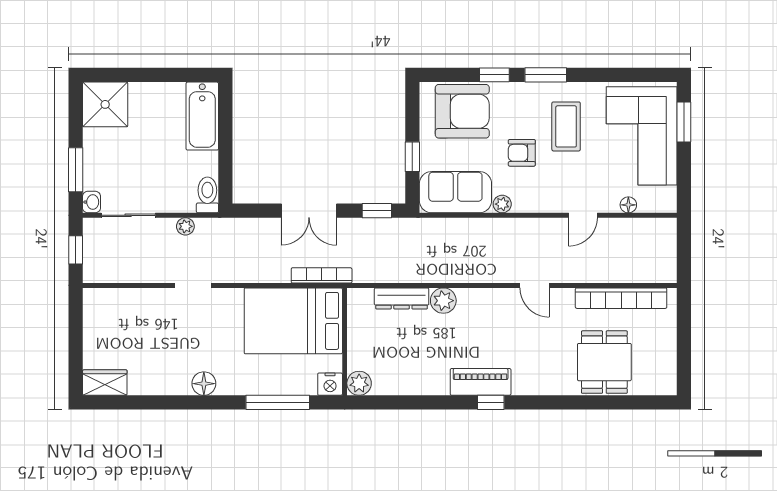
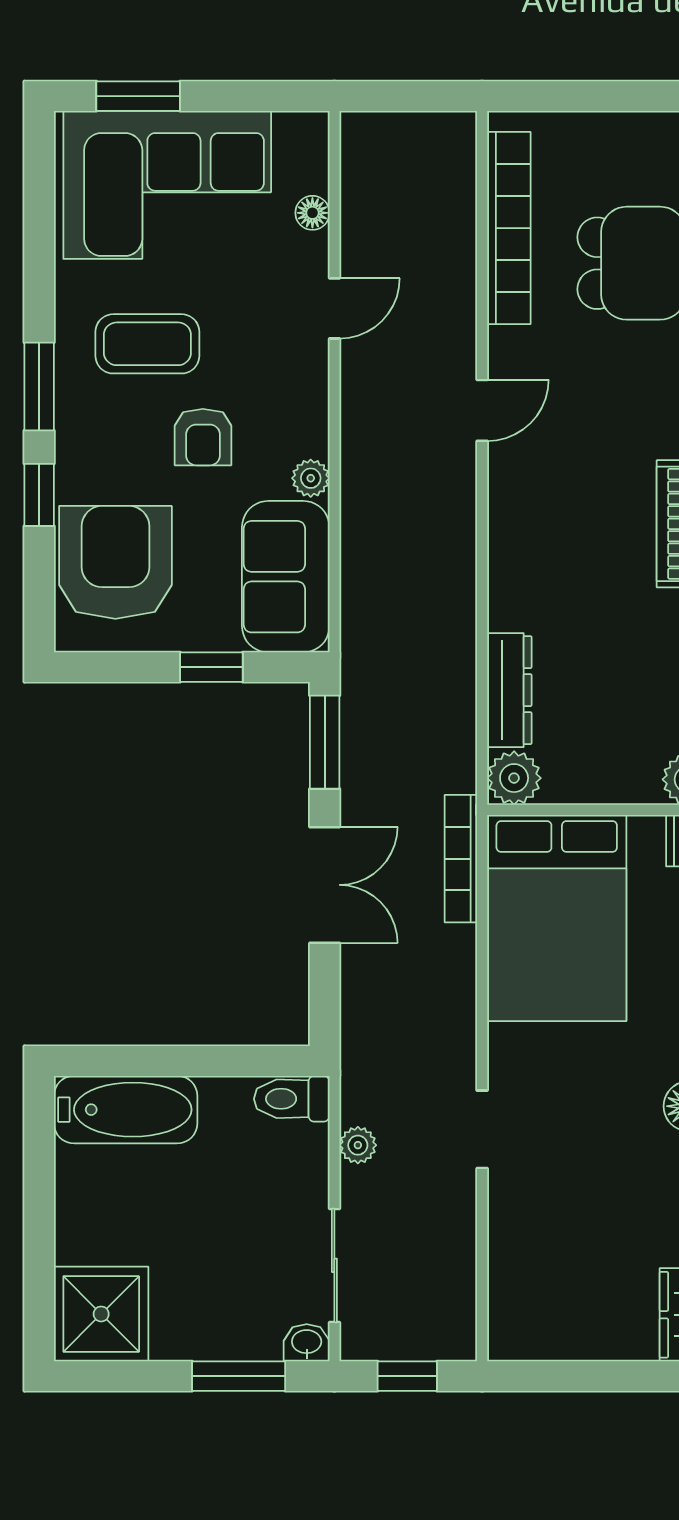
window: (377, 211) -> (325, 742), width x1.50
door: (583, 215) -> (334, 308), hinge flipped
plant: (443, 301) -> (514, 778), moved

